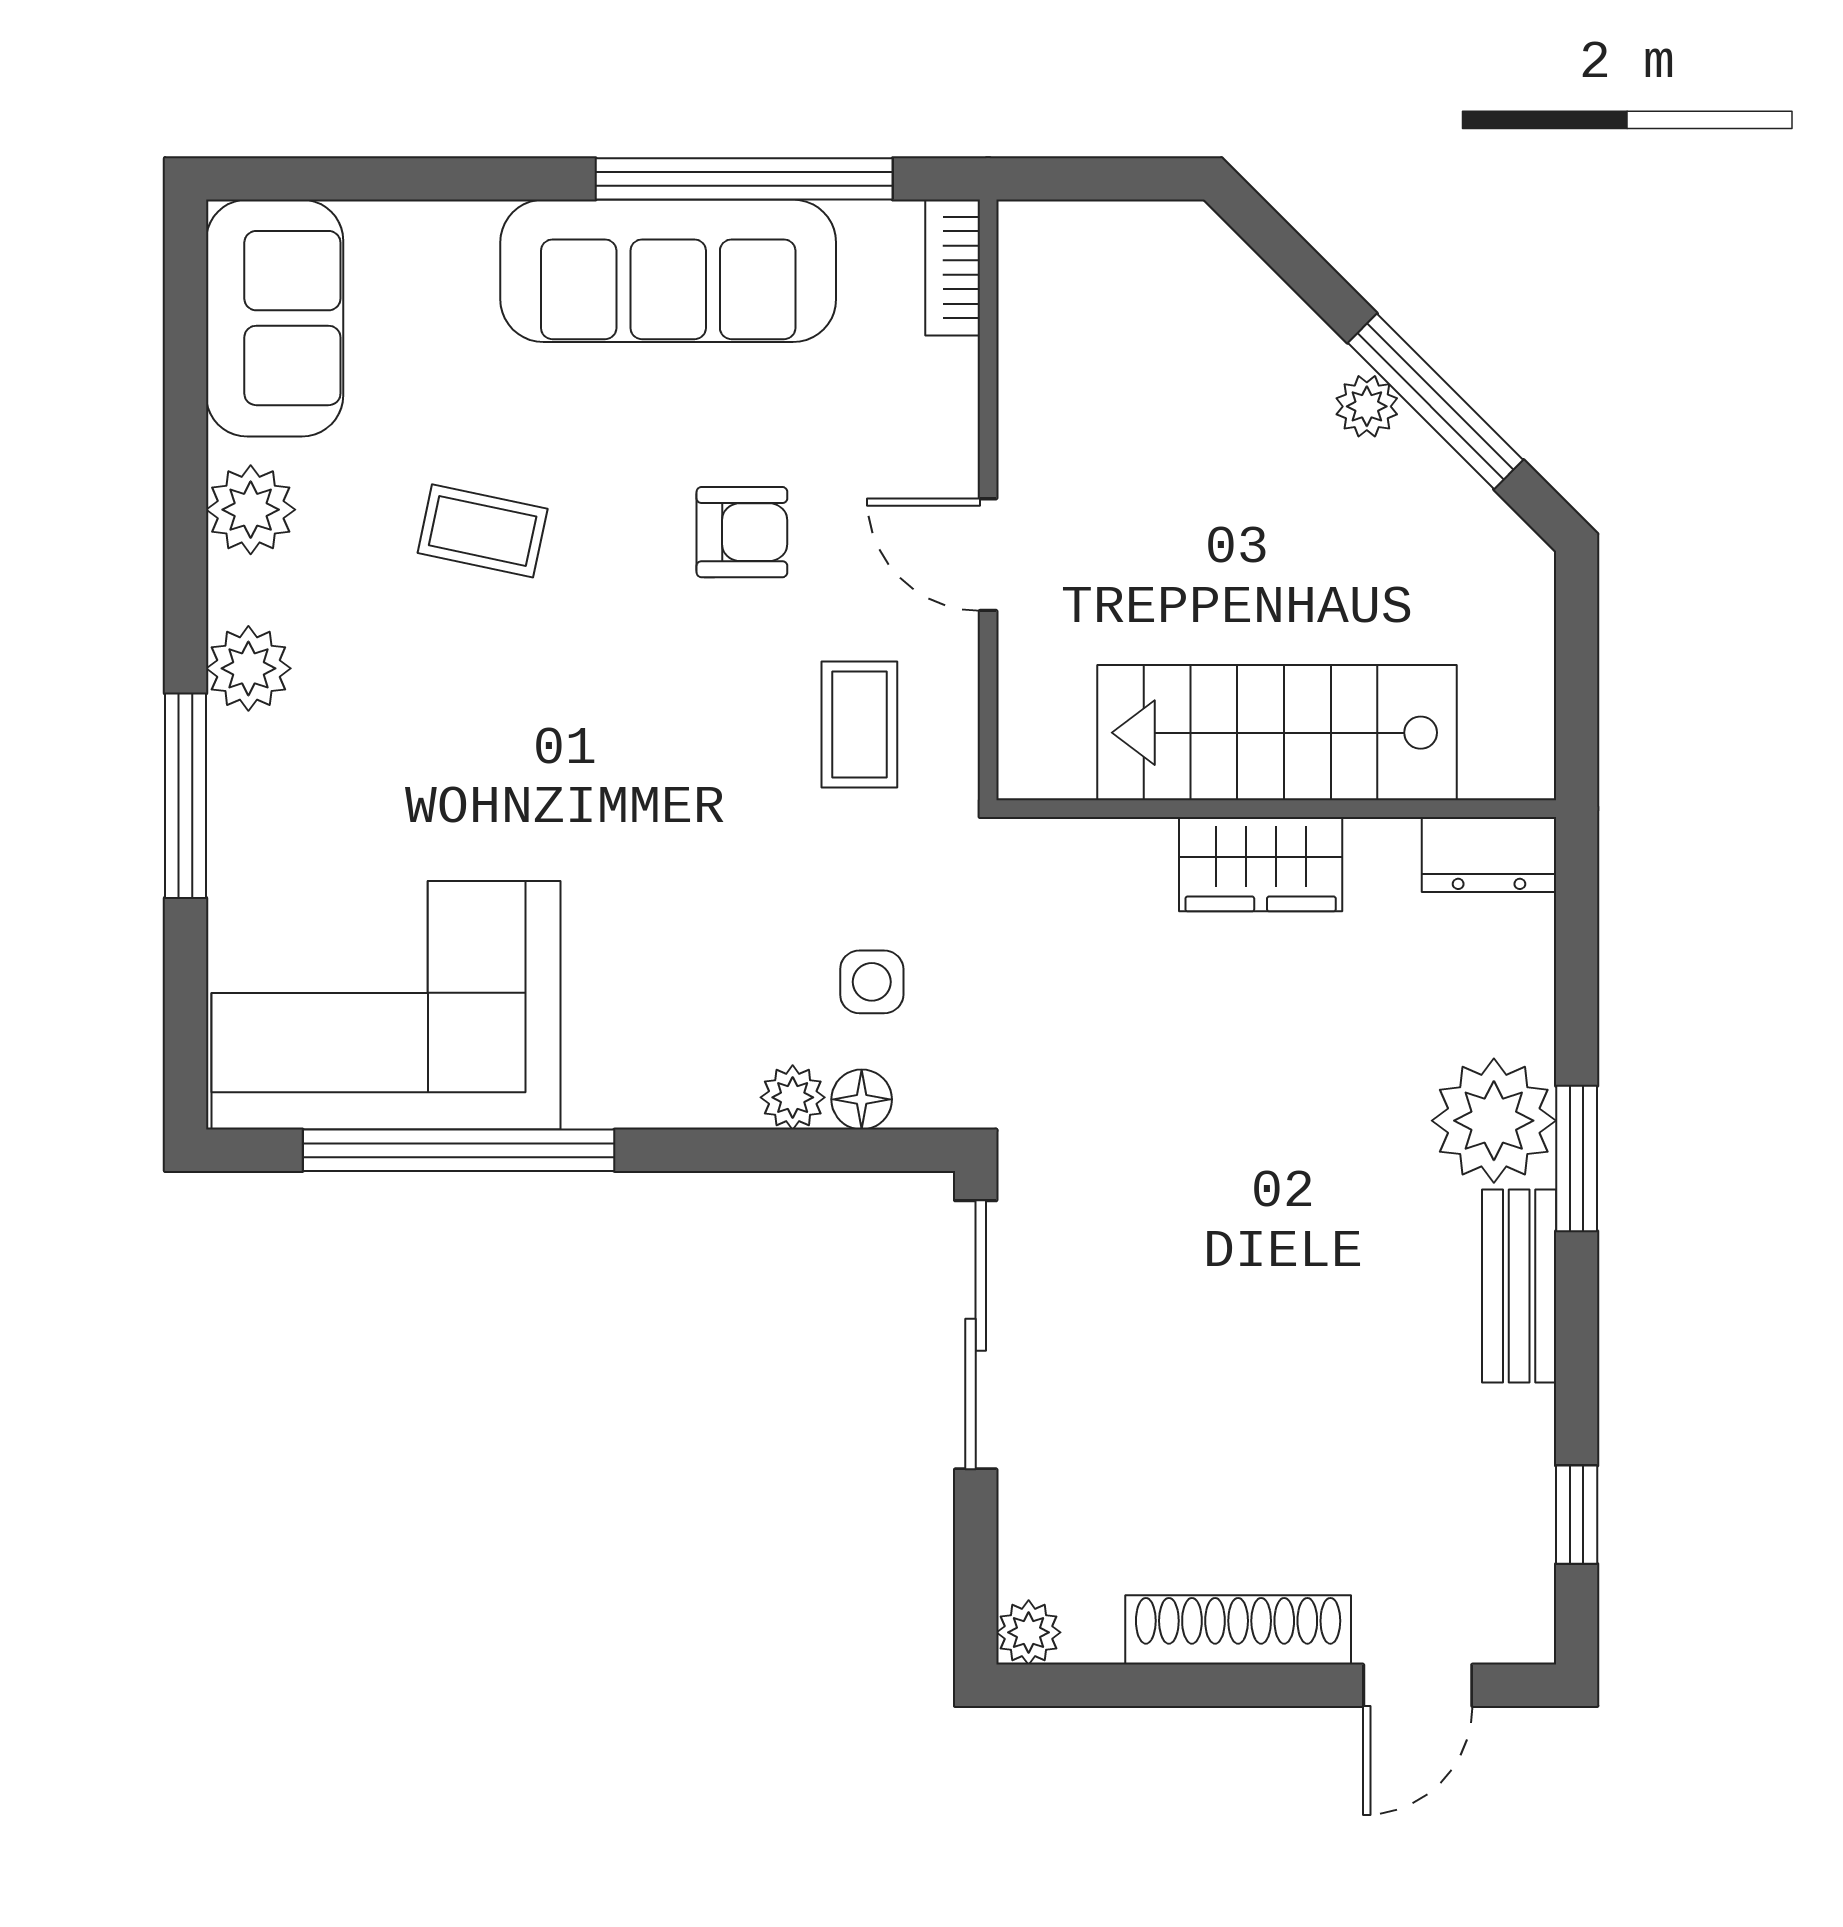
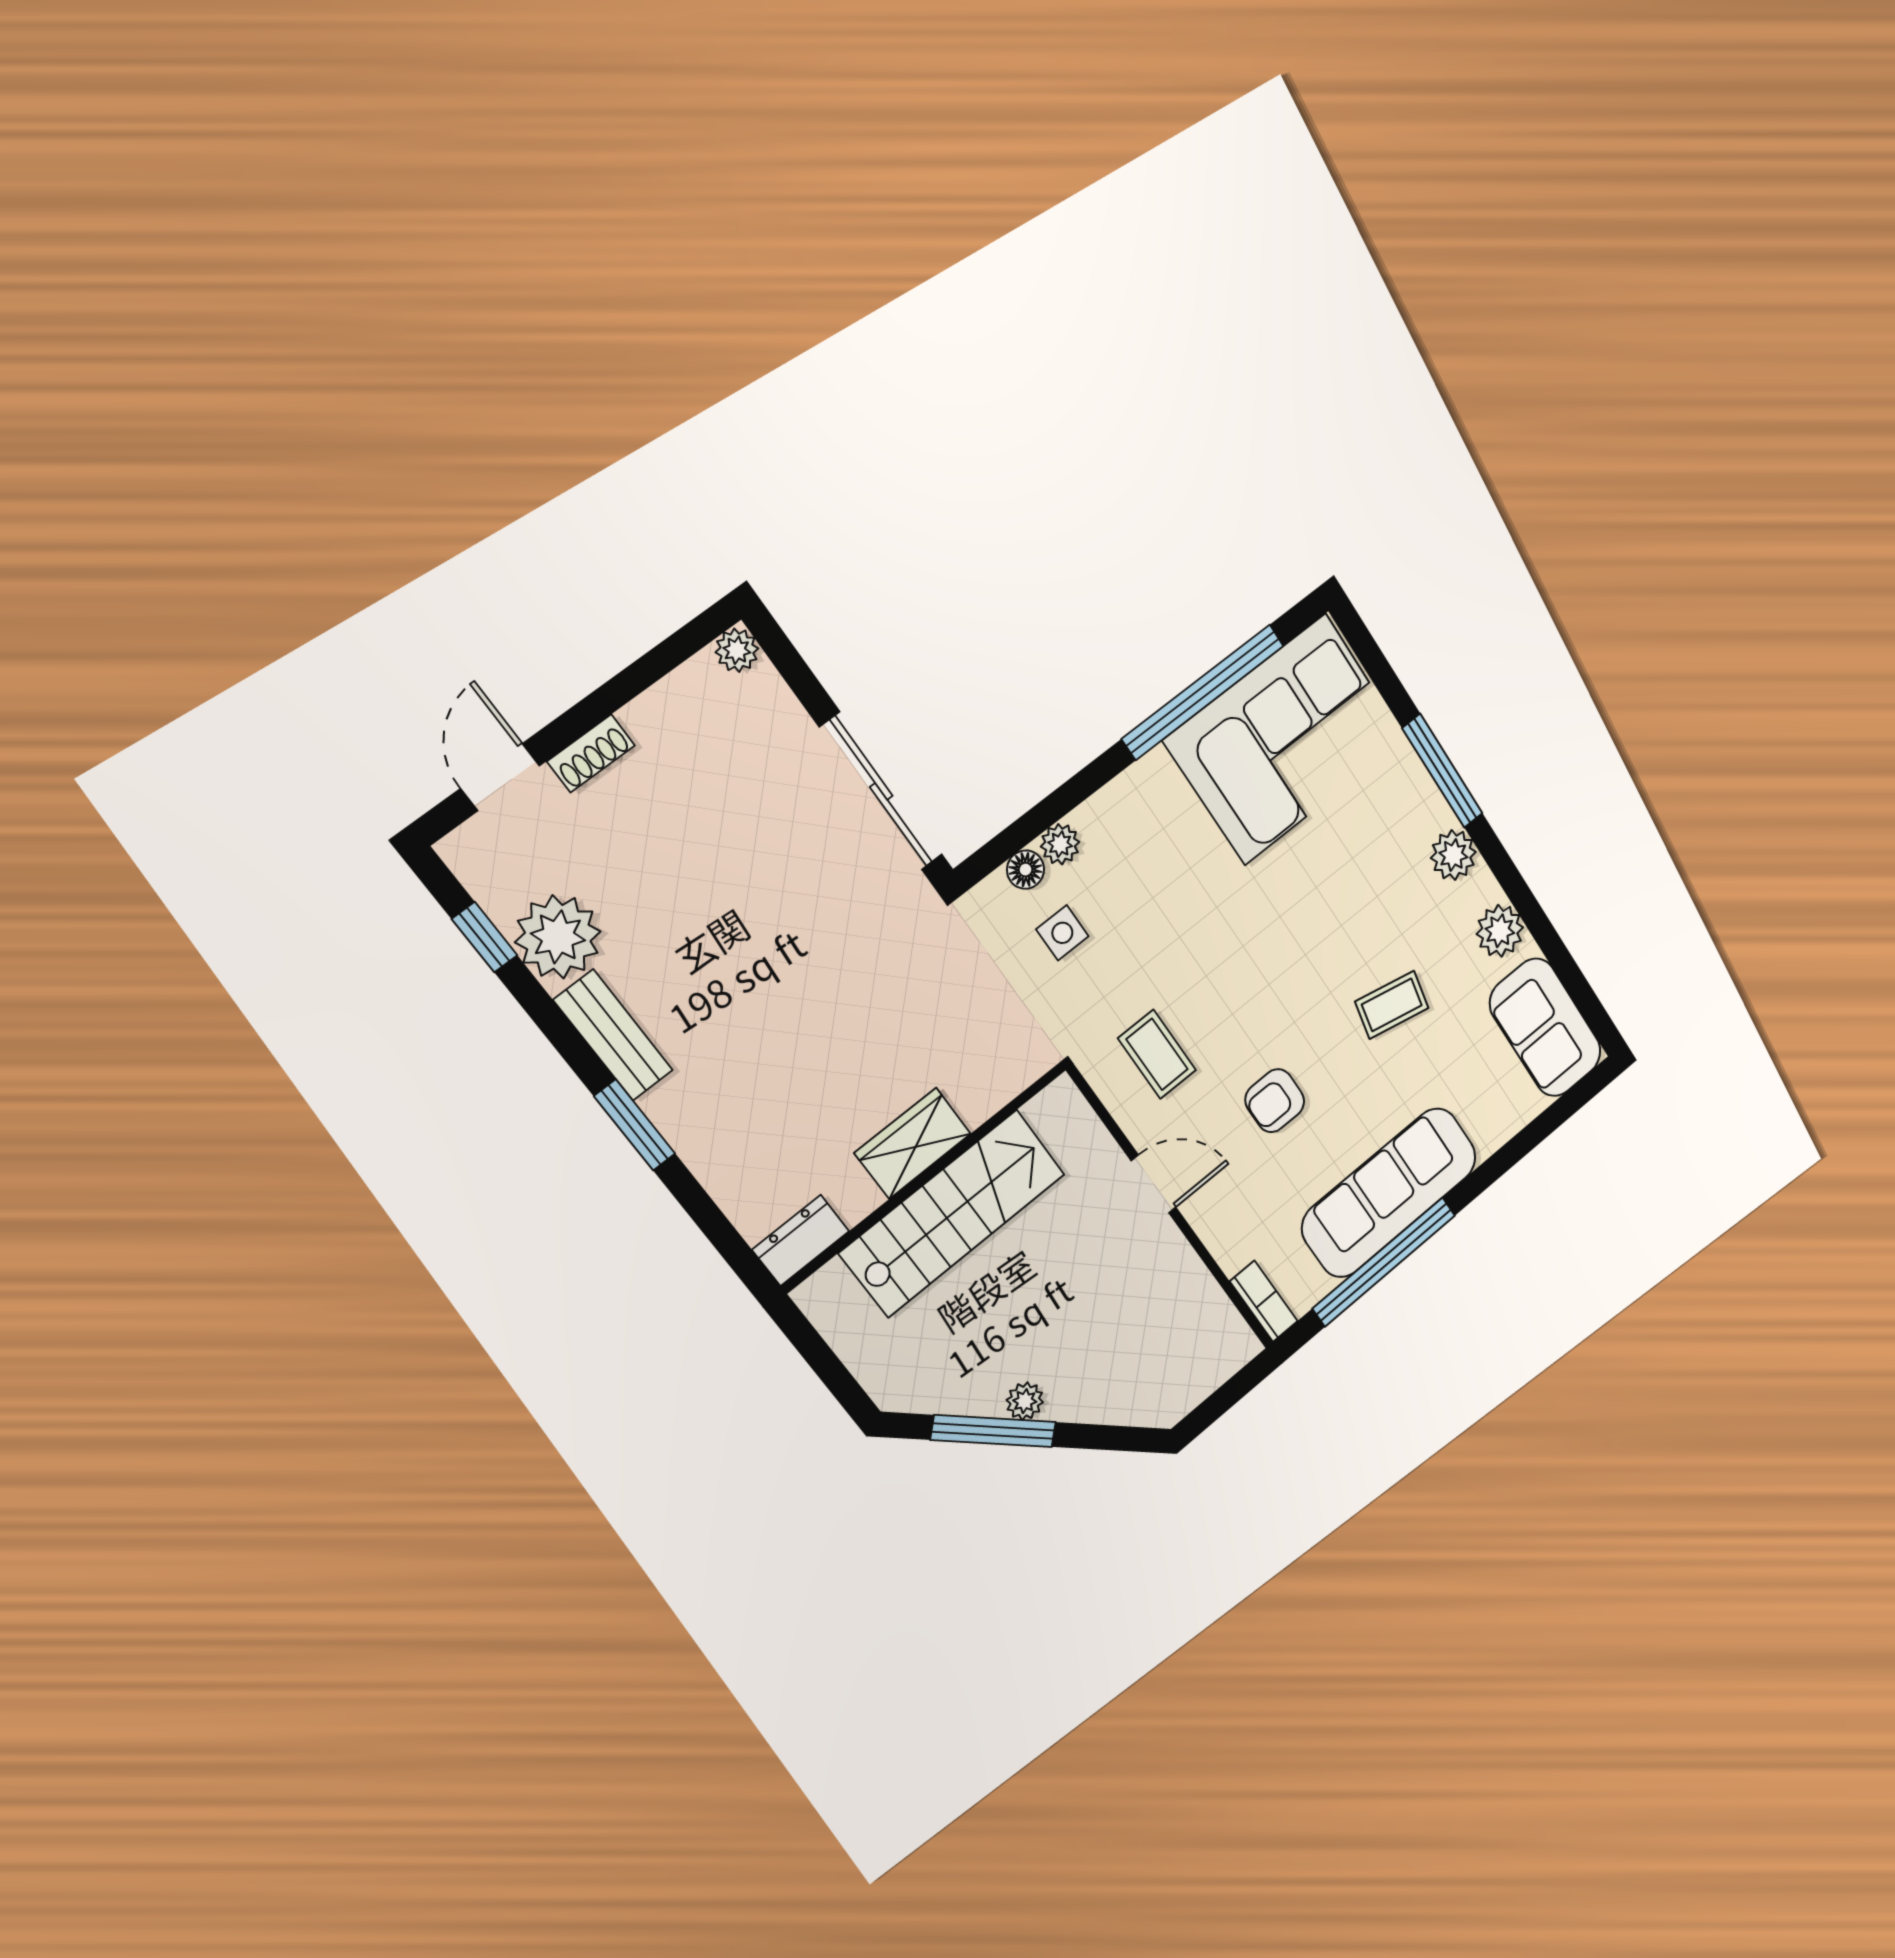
plant: (1494, 1121) -> (558, 937), moved
shoe rack: (1238, 1630) -> (591, 753), width x0.51, depth x0.81

